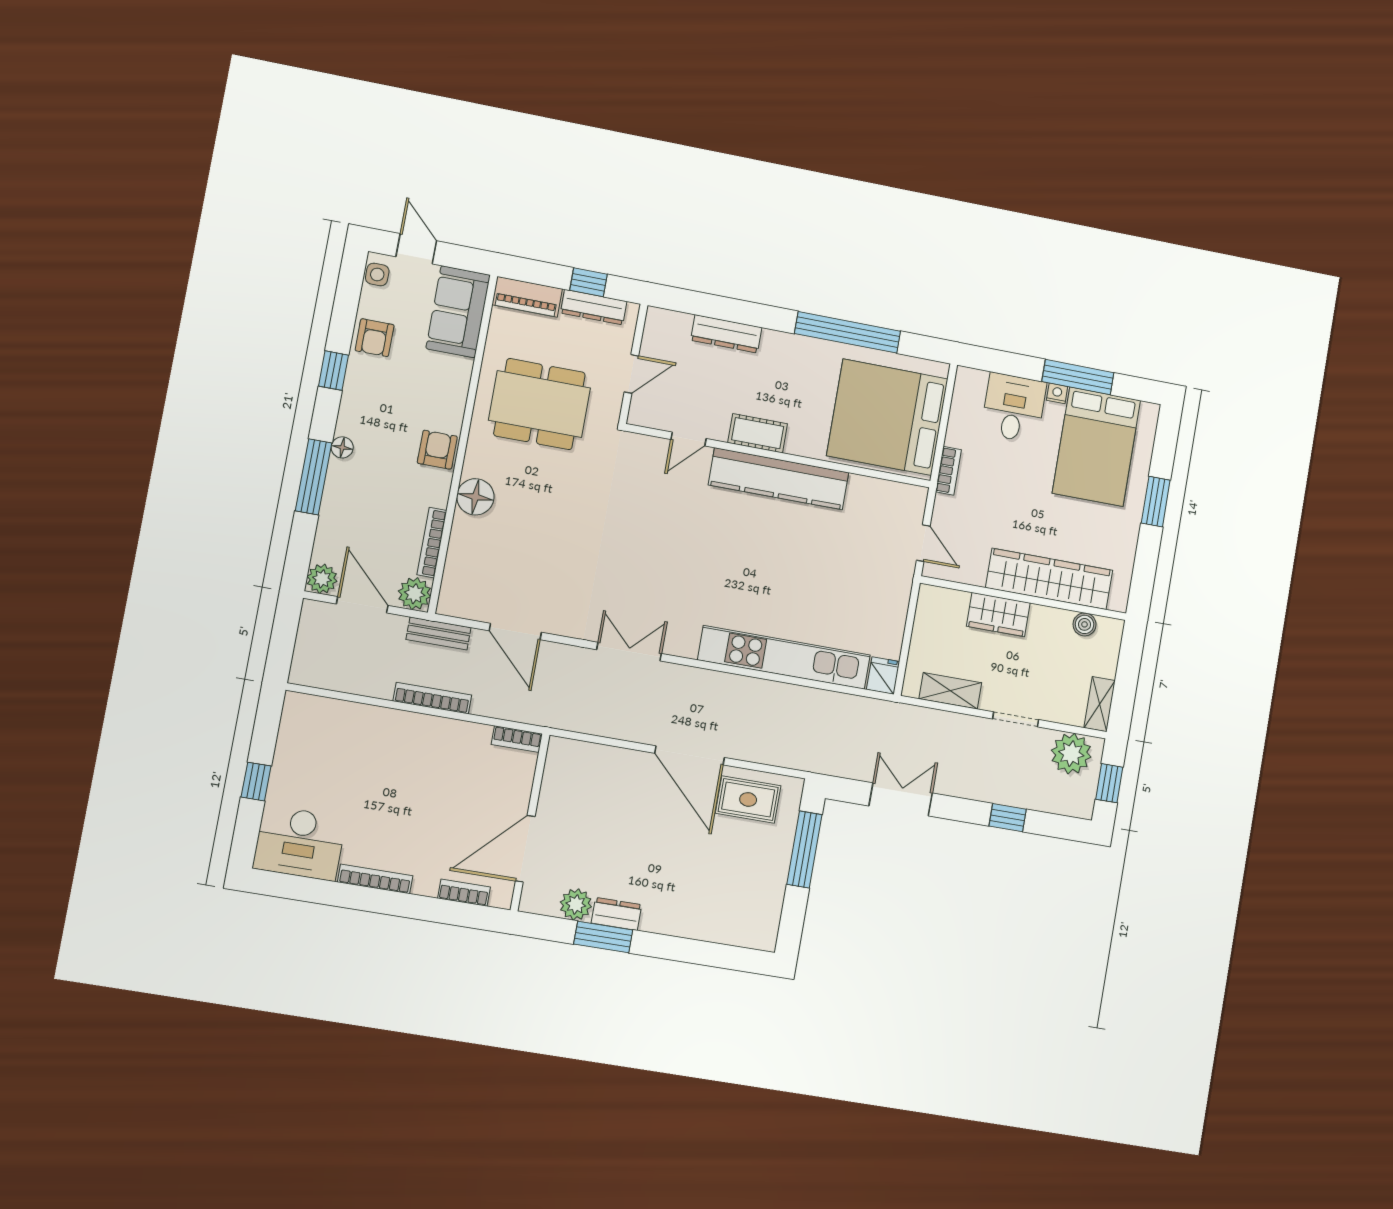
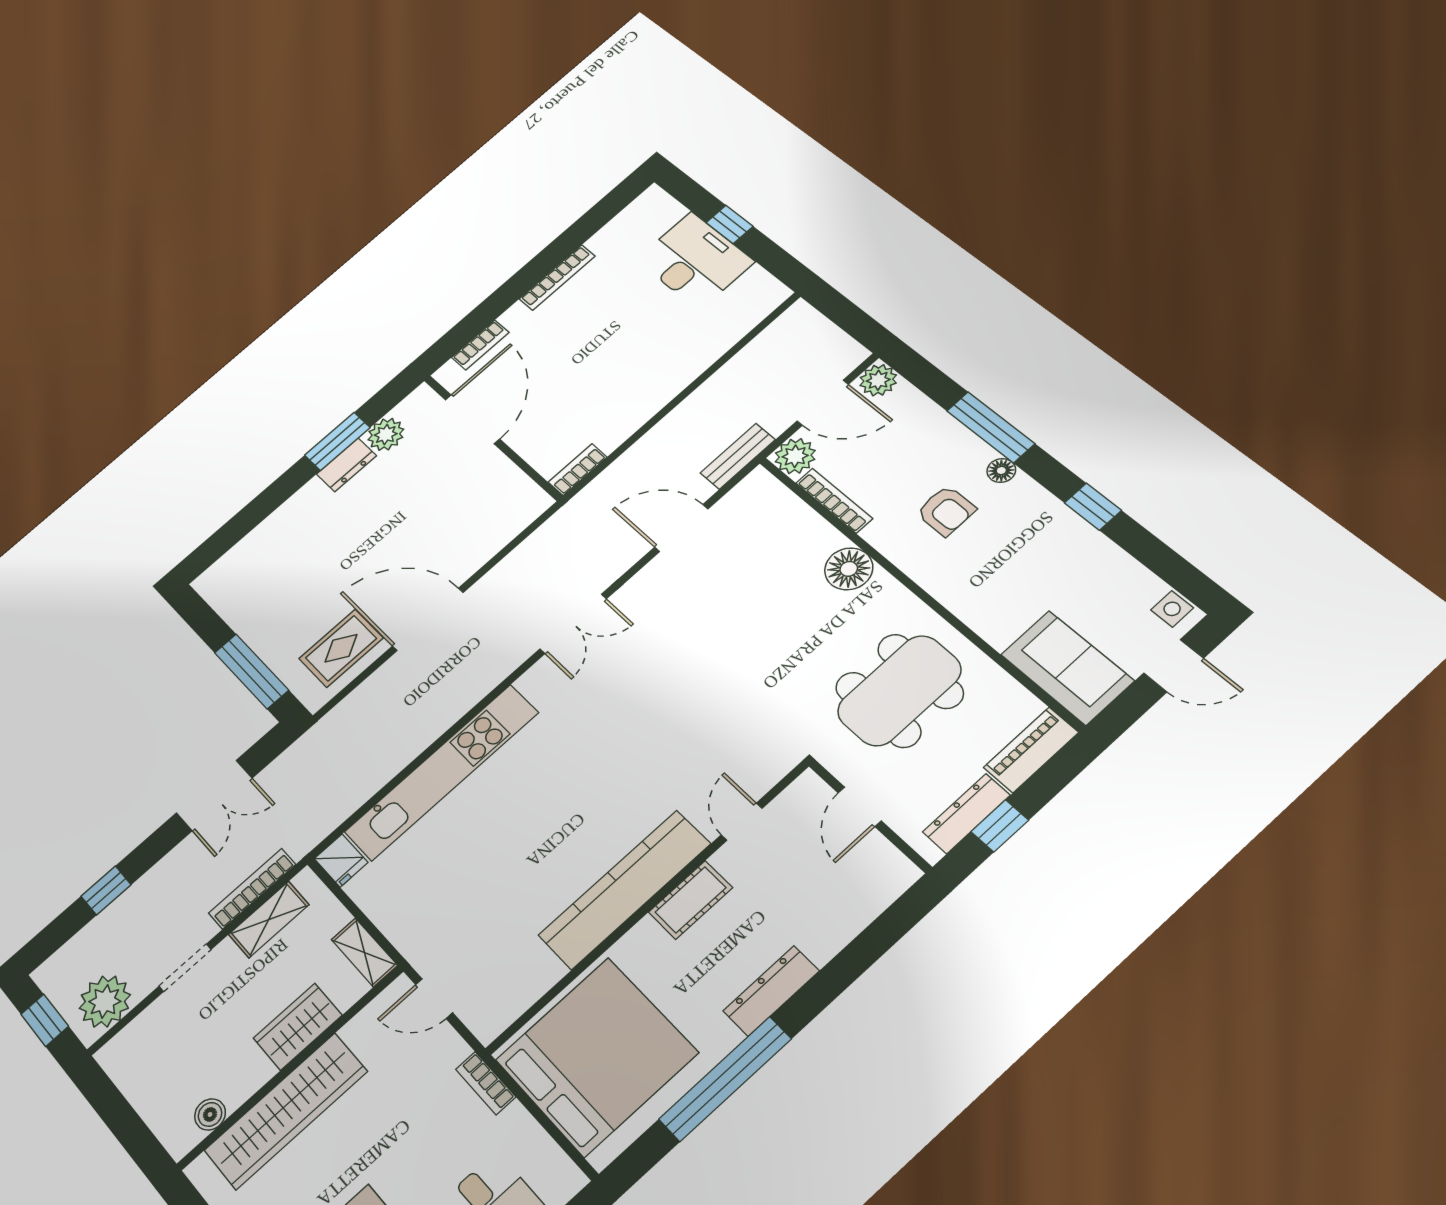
dresser: (726, 334) -> (771, 991), moved
armchair: (375, 338) -> (1100, 567), removed
armchair: (437, 450) -> (946, 511), moved
bookcase: (432, 698) -> (252, 889), moved, turned 180
shelving: (1100, 704) -> (364, 952), moved
desk: (300, 843) -> (695, 261), moved, turned 90

